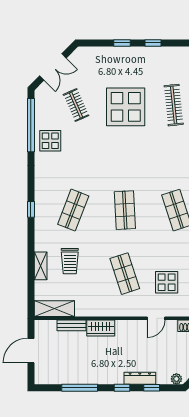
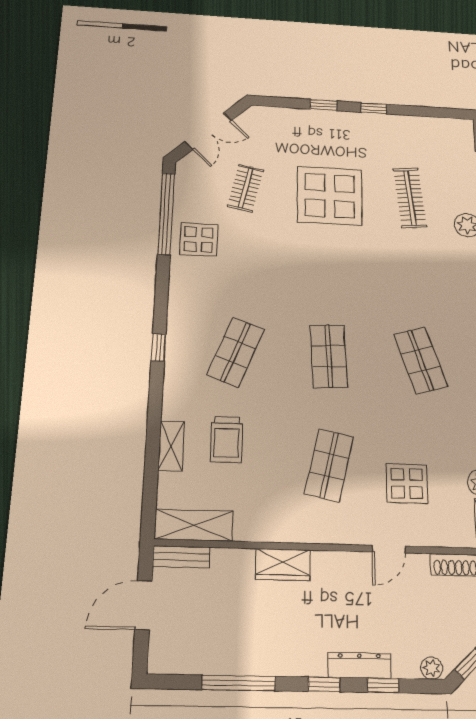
clothes rail: (76, 105) -> (245, 188), turned 36
shop shelf: (125, 274) -> (329, 465), turned 30
bench: (71, 325) -> (181, 557), moved

